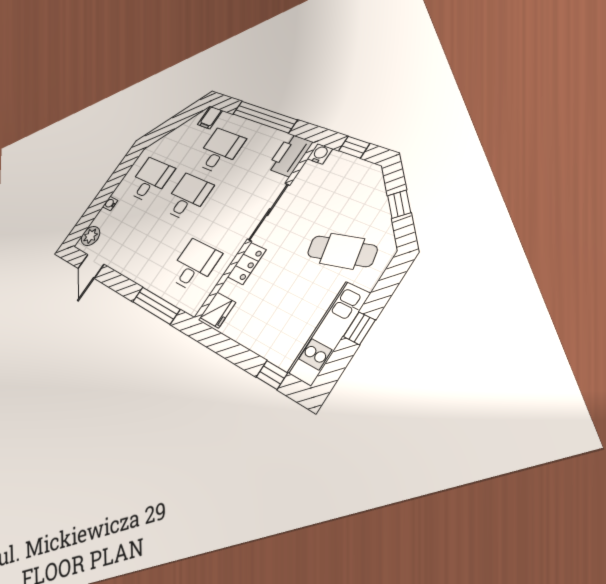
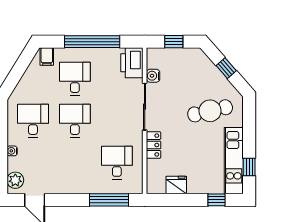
water cooler: (320, 154) -> (153, 76), moved, turned -90
fridge: (218, 310) -> (176, 185), moved, turned -90
window: (359, 328) -> (249, 167), moved

